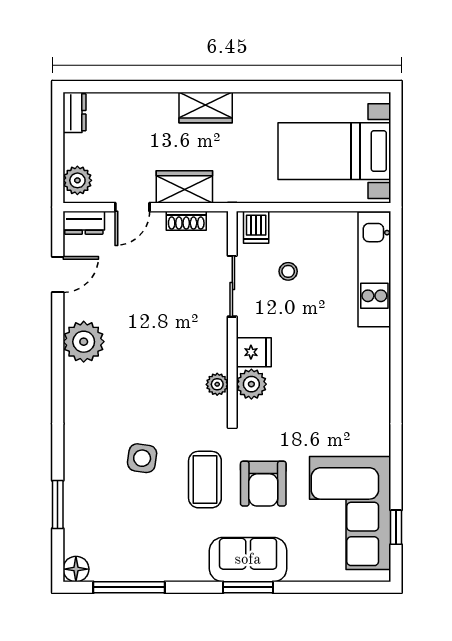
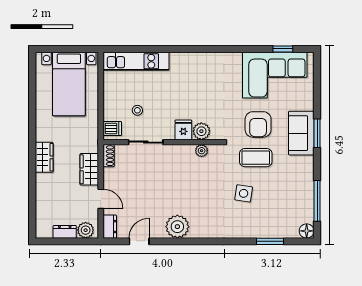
dresser: (75, 112) -> (65, 232), moved
shoe rack: (186, 221) -> (109, 156), moved
door: (58, 274) -> (139, 241), hinge flipped
armchair: (263, 484) -> (258, 124), turned 90

